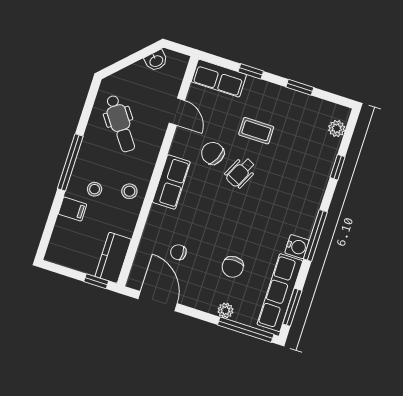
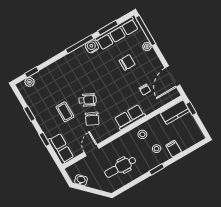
dental chair: (120, 124) -> (120, 167), turned -142
window: (70, 162) -> (157, 169), width x0.46
window: (338, 167) -> (32, 72), moved
row of seats: (171, 182) -> (130, 117), moved
window: (292, 307) -> (108, 28), moved

